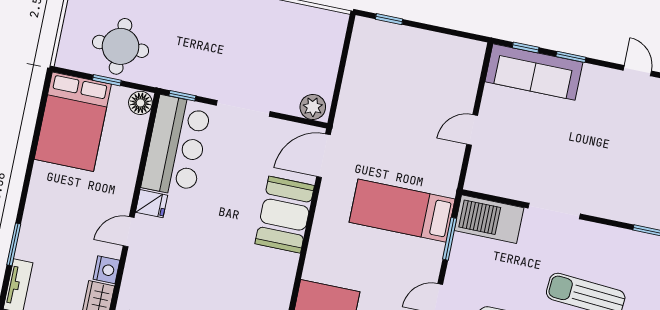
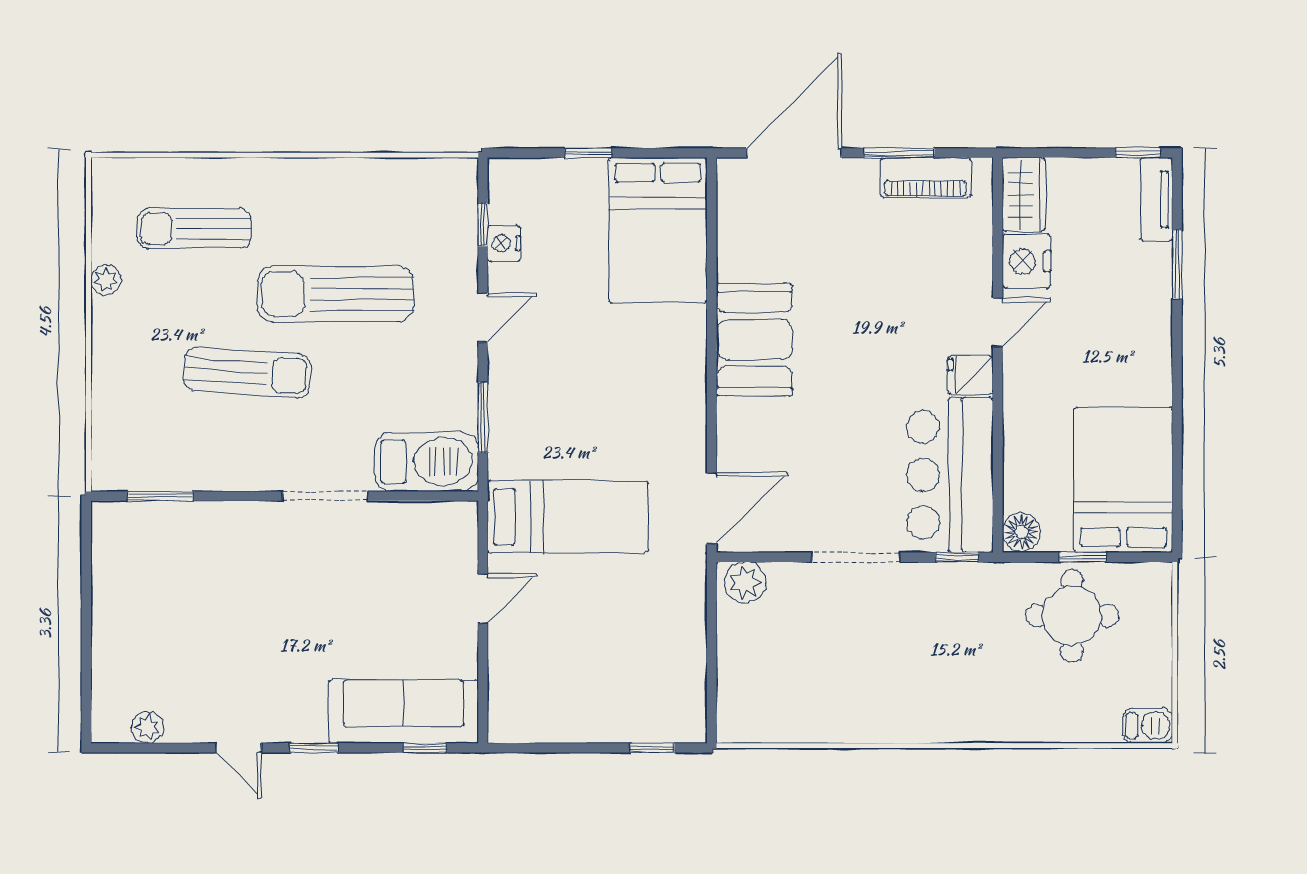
window: (571, 57) -> (314, 748), moved
bed: (402, 211) -> (568, 517), moved
booth: (285, 215) -> (754, 340), moved
nightstand: (106, 270) -> (1026, 261), width x1.36, depth x1.33

